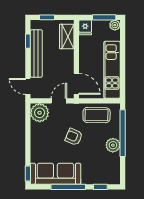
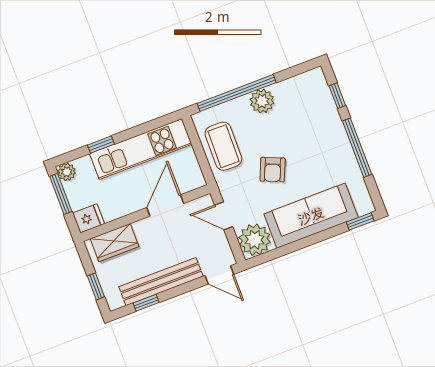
window: (123, 49) -> (101, 145), added
door: (76, 84) -> (165, 205), moved
door: (28, 86) -> (219, 275), hinge flipped
sofa: (55, 174) -> (311, 216), moved, turned 90

